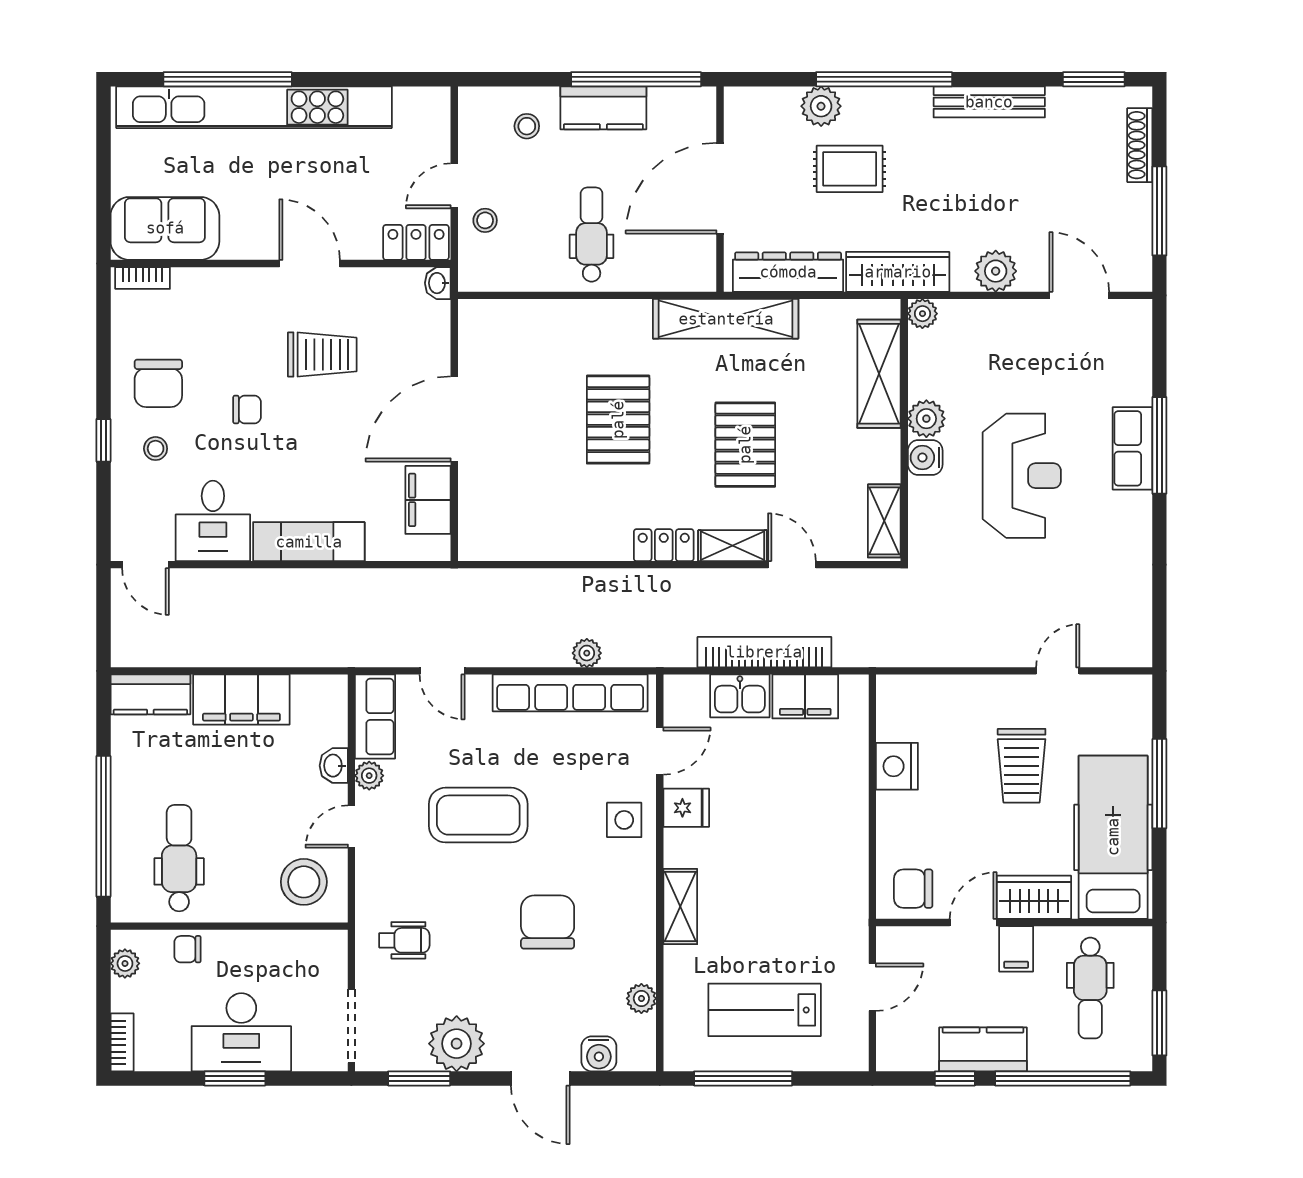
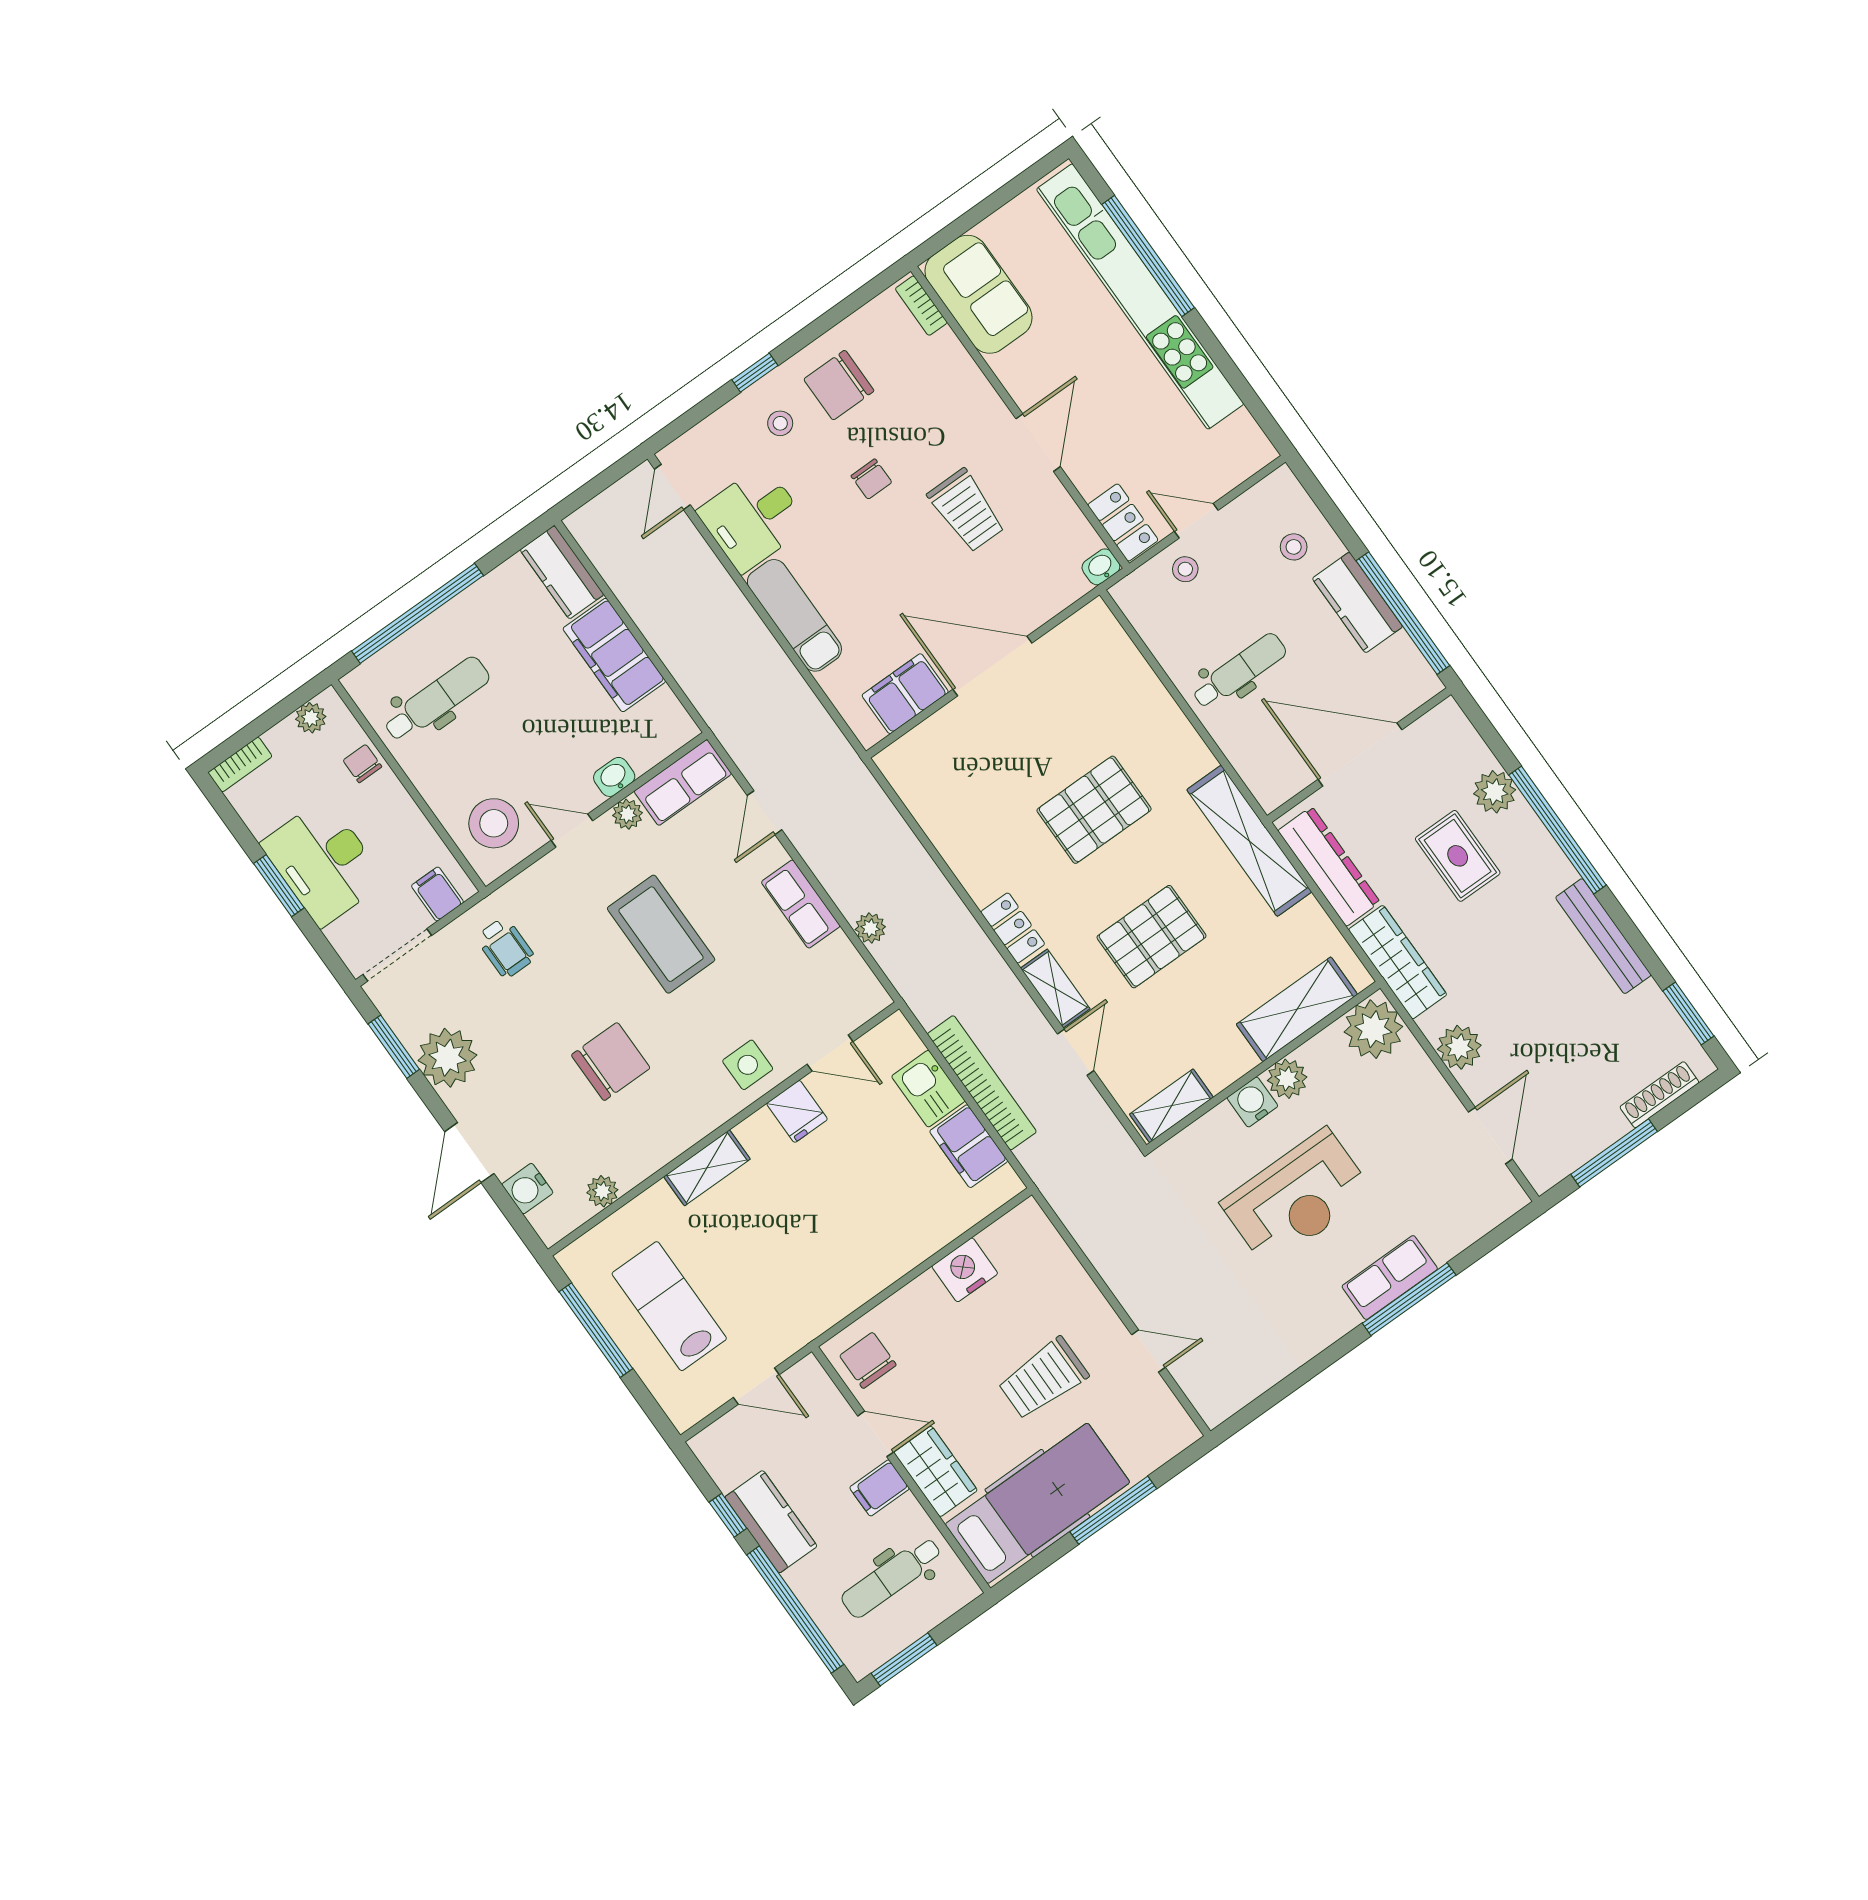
plant: (922, 314) -> (1373, 1029), width x1.88, depth x1.88
row of seats: (570, 693) -> (801, 904), width x0.50
filing cabinet: (327, 963) -> (437, 894), added

